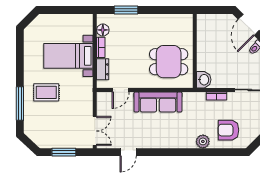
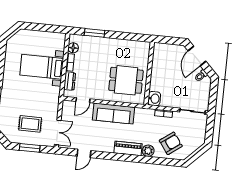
rug: (46, 92) -> (30, 124), moved
armchair: (228, 130) -> (171, 143), turned 144
piano: (179, 141) -> (128, 148), added

